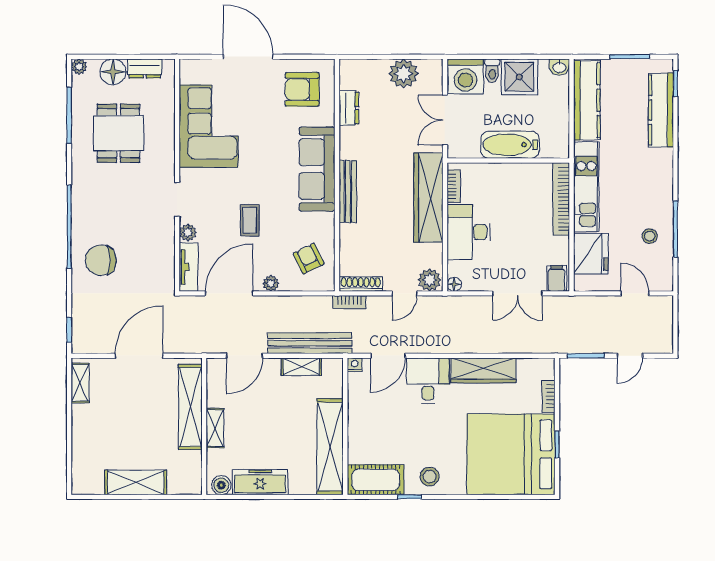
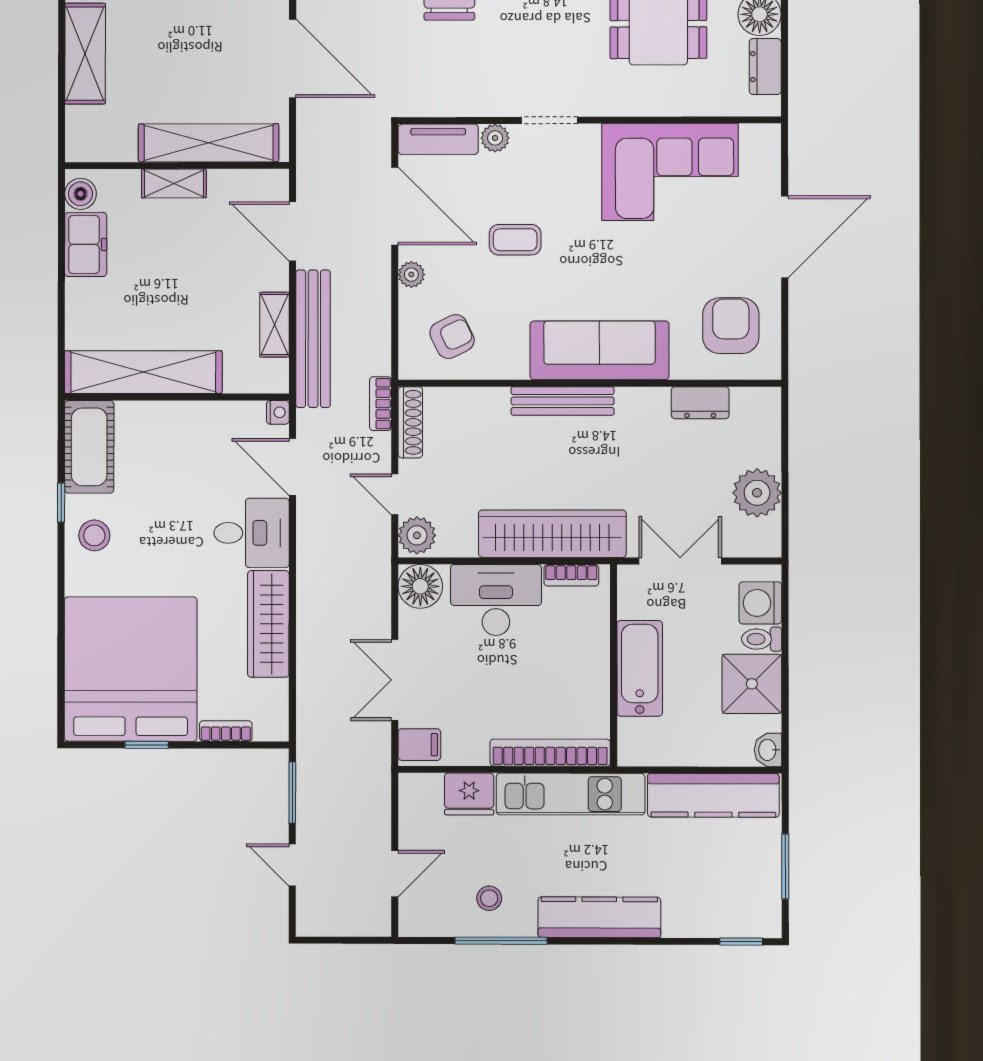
washing machine: (466, 76) -> (760, 603), width x0.73, depth x0.73
kitchen counter: (661, 110) -> (599, 917), moved
fridge: (591, 254) -> (469, 794), width x0.73, depth x0.75
floor lamp: (454, 284) -> (420, 586), width x1.89, depth x1.89
freezer: (260, 482) -> (86, 244), width x0.71

